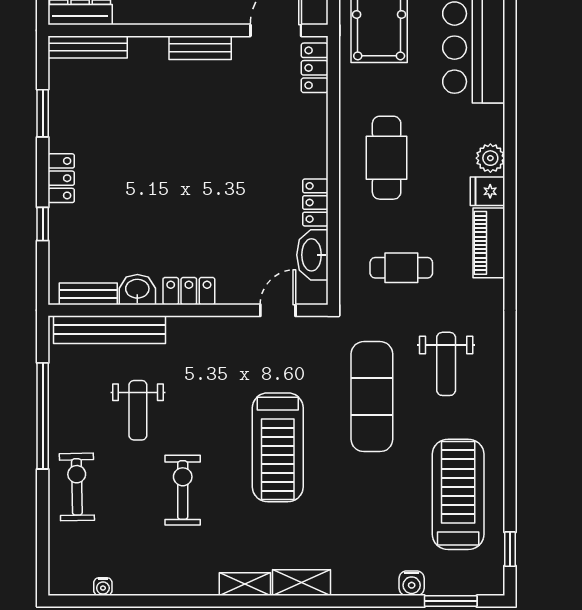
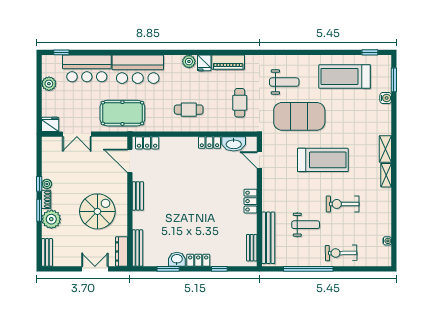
cafe table: (387, 158) -> (189, 110), width x0.73, depth x0.74
washbasin: (137, 290) -> (177, 259), moved, turned 90
exercise mat: (372, 397) -> (299, 116), width x1.47

